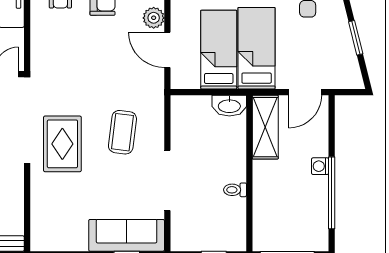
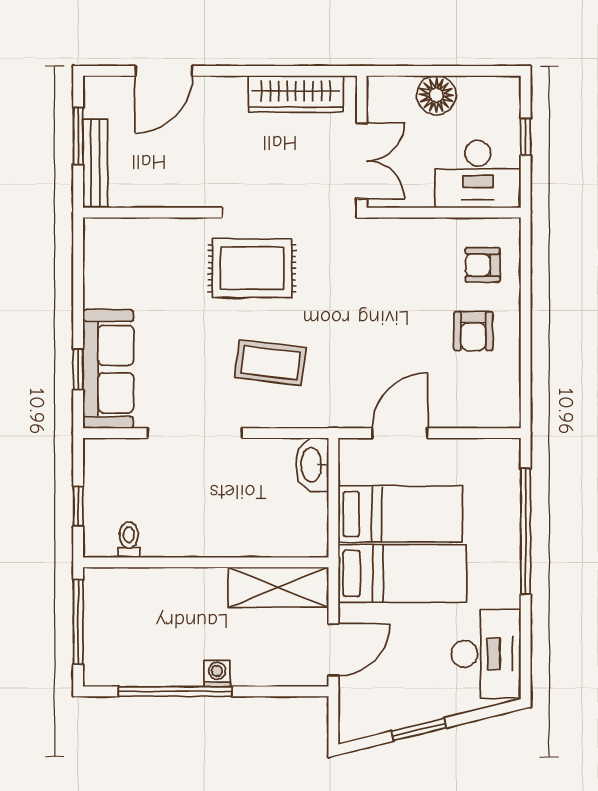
plant: (154, 18) -> (450, 412), removed
door: (305, 92) -> (333, 650), swing flipped
washbasin: (229, 106) -> (312, 465), moved
toilet: (235, 190) -> (129, 540), moved

